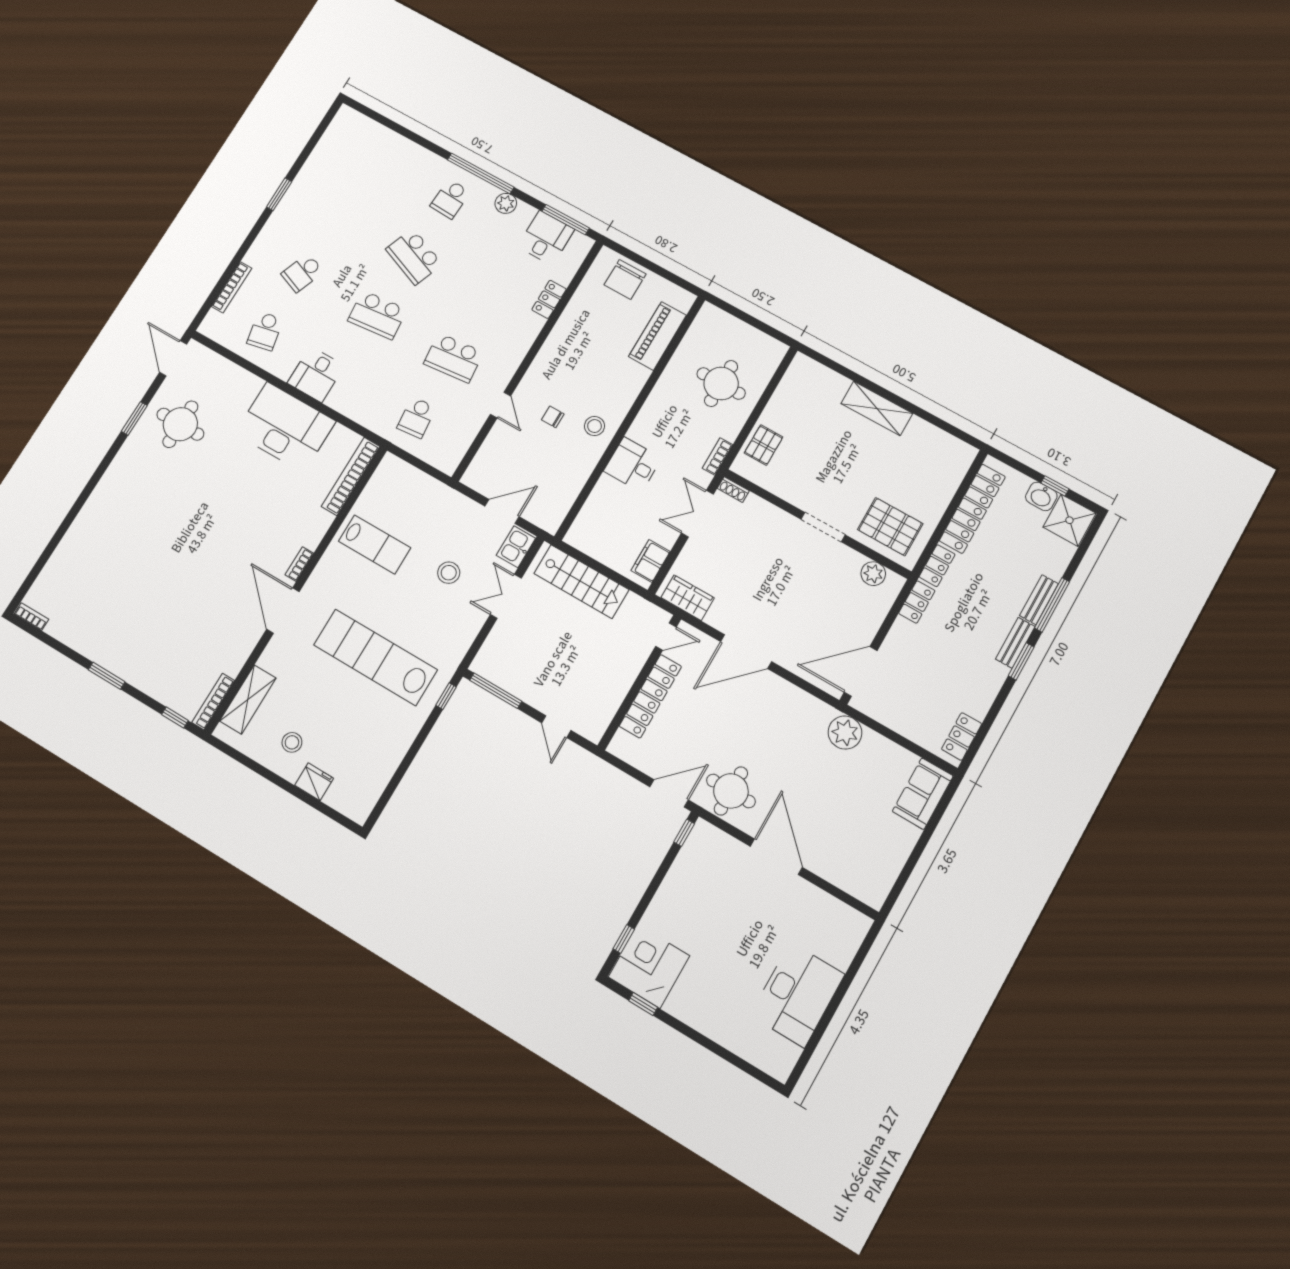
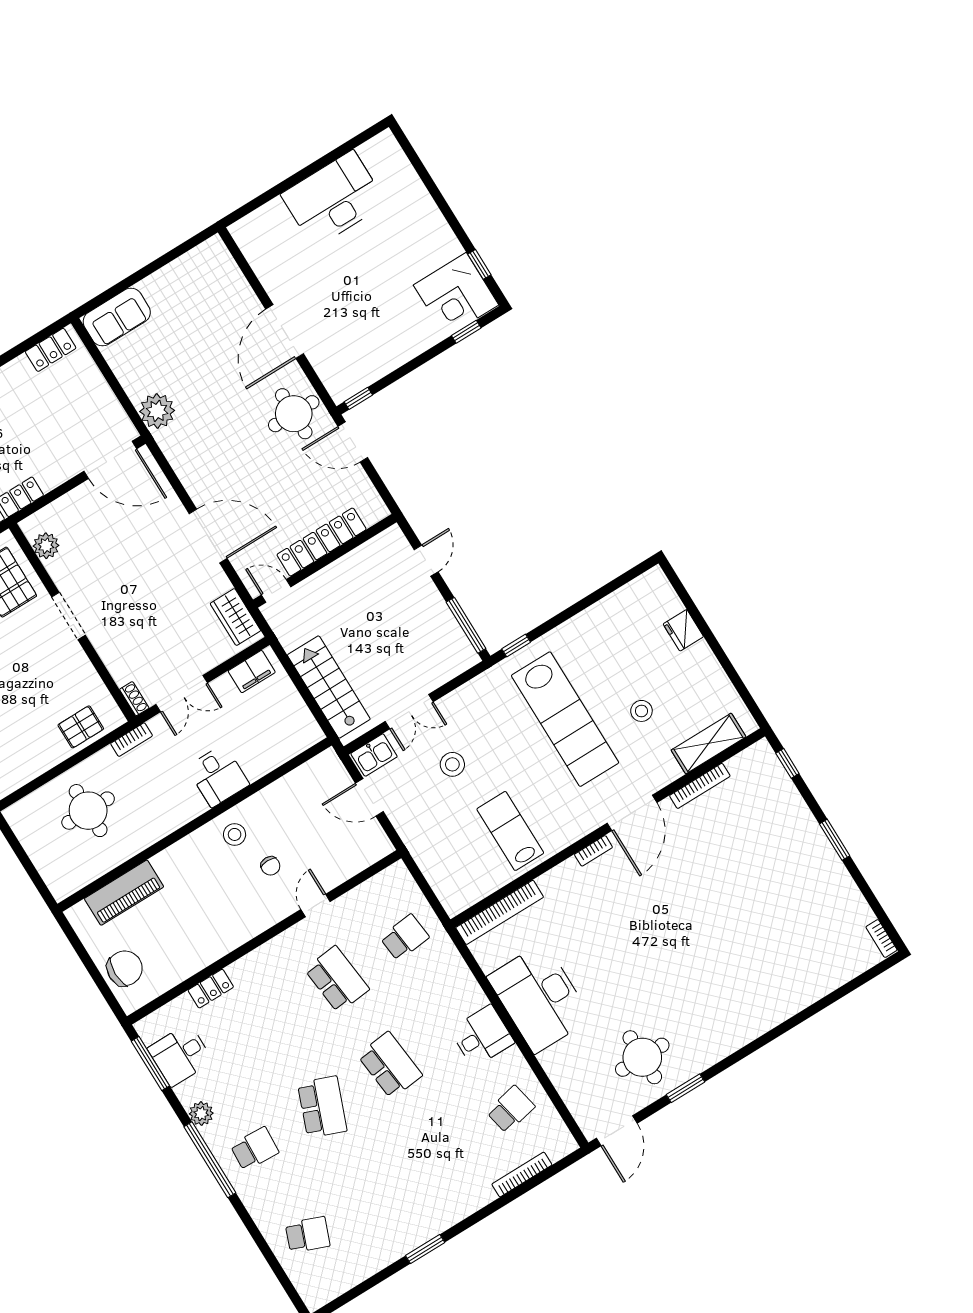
school desk: (302, 273) -> (308, 1235), moved
bookcase: (213, 701) -> (700, 786), moved
stool: (292, 742) -> (641, 711), moved

